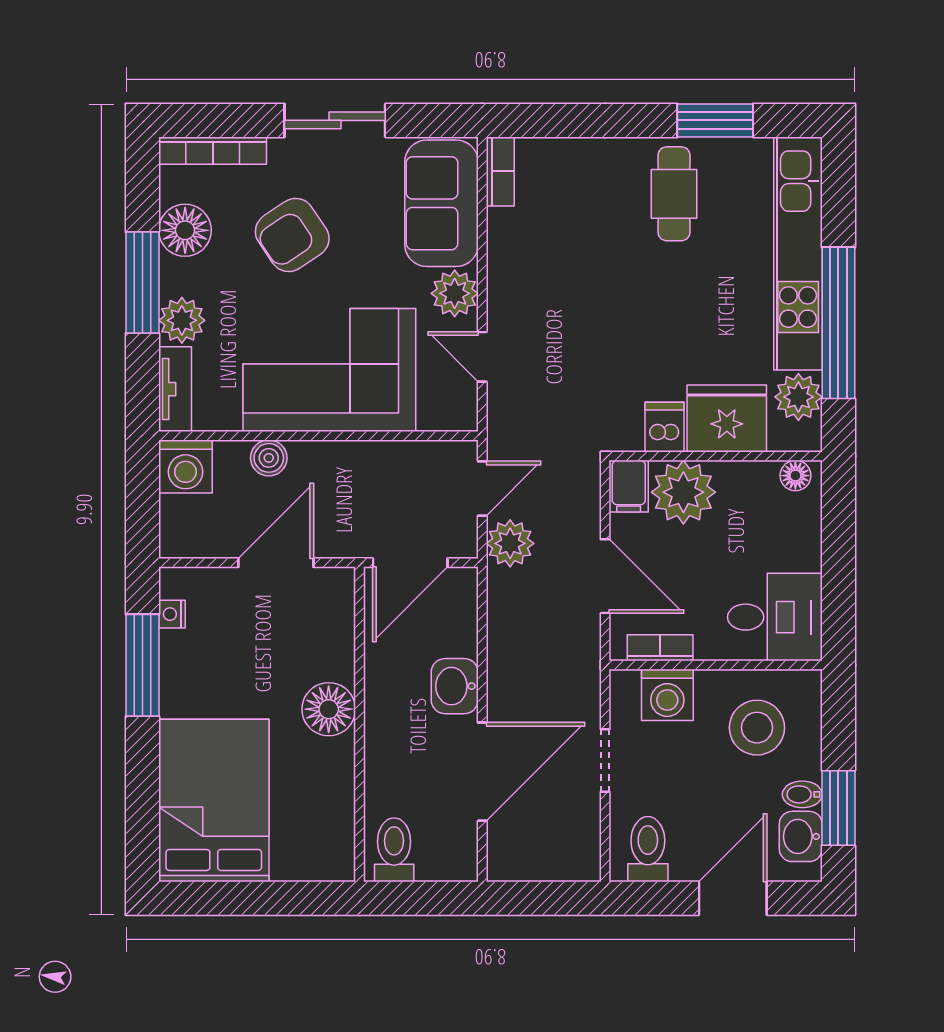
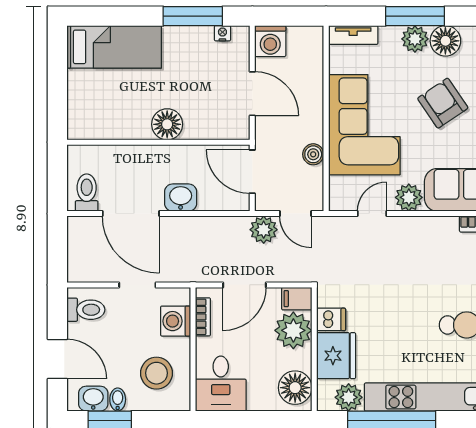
plant: (182, 320) -> (415, 39), moved
boiler: (269, 458) -> (313, 154), moved
washing machine: (186, 466) -> (270, 41), moved, turned -90
floor lamp: (795, 476) -> (295, 388), width x1.89, depth x1.89
bed: (214, 801) -> (114, 47), width x0.67
toilet: (394, 850) -> (87, 193), moved, turned -90

